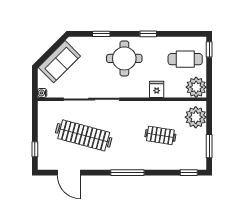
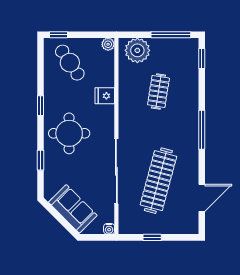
cafe table: (185, 59) -> (70, 63), turned -34
plant: (196, 87) -> (108, 44), width x0.53, depth x0.53
window: (209, 146) -> (171, 35), width x1.44
window: (35, 149) -> (152, 237), moved

